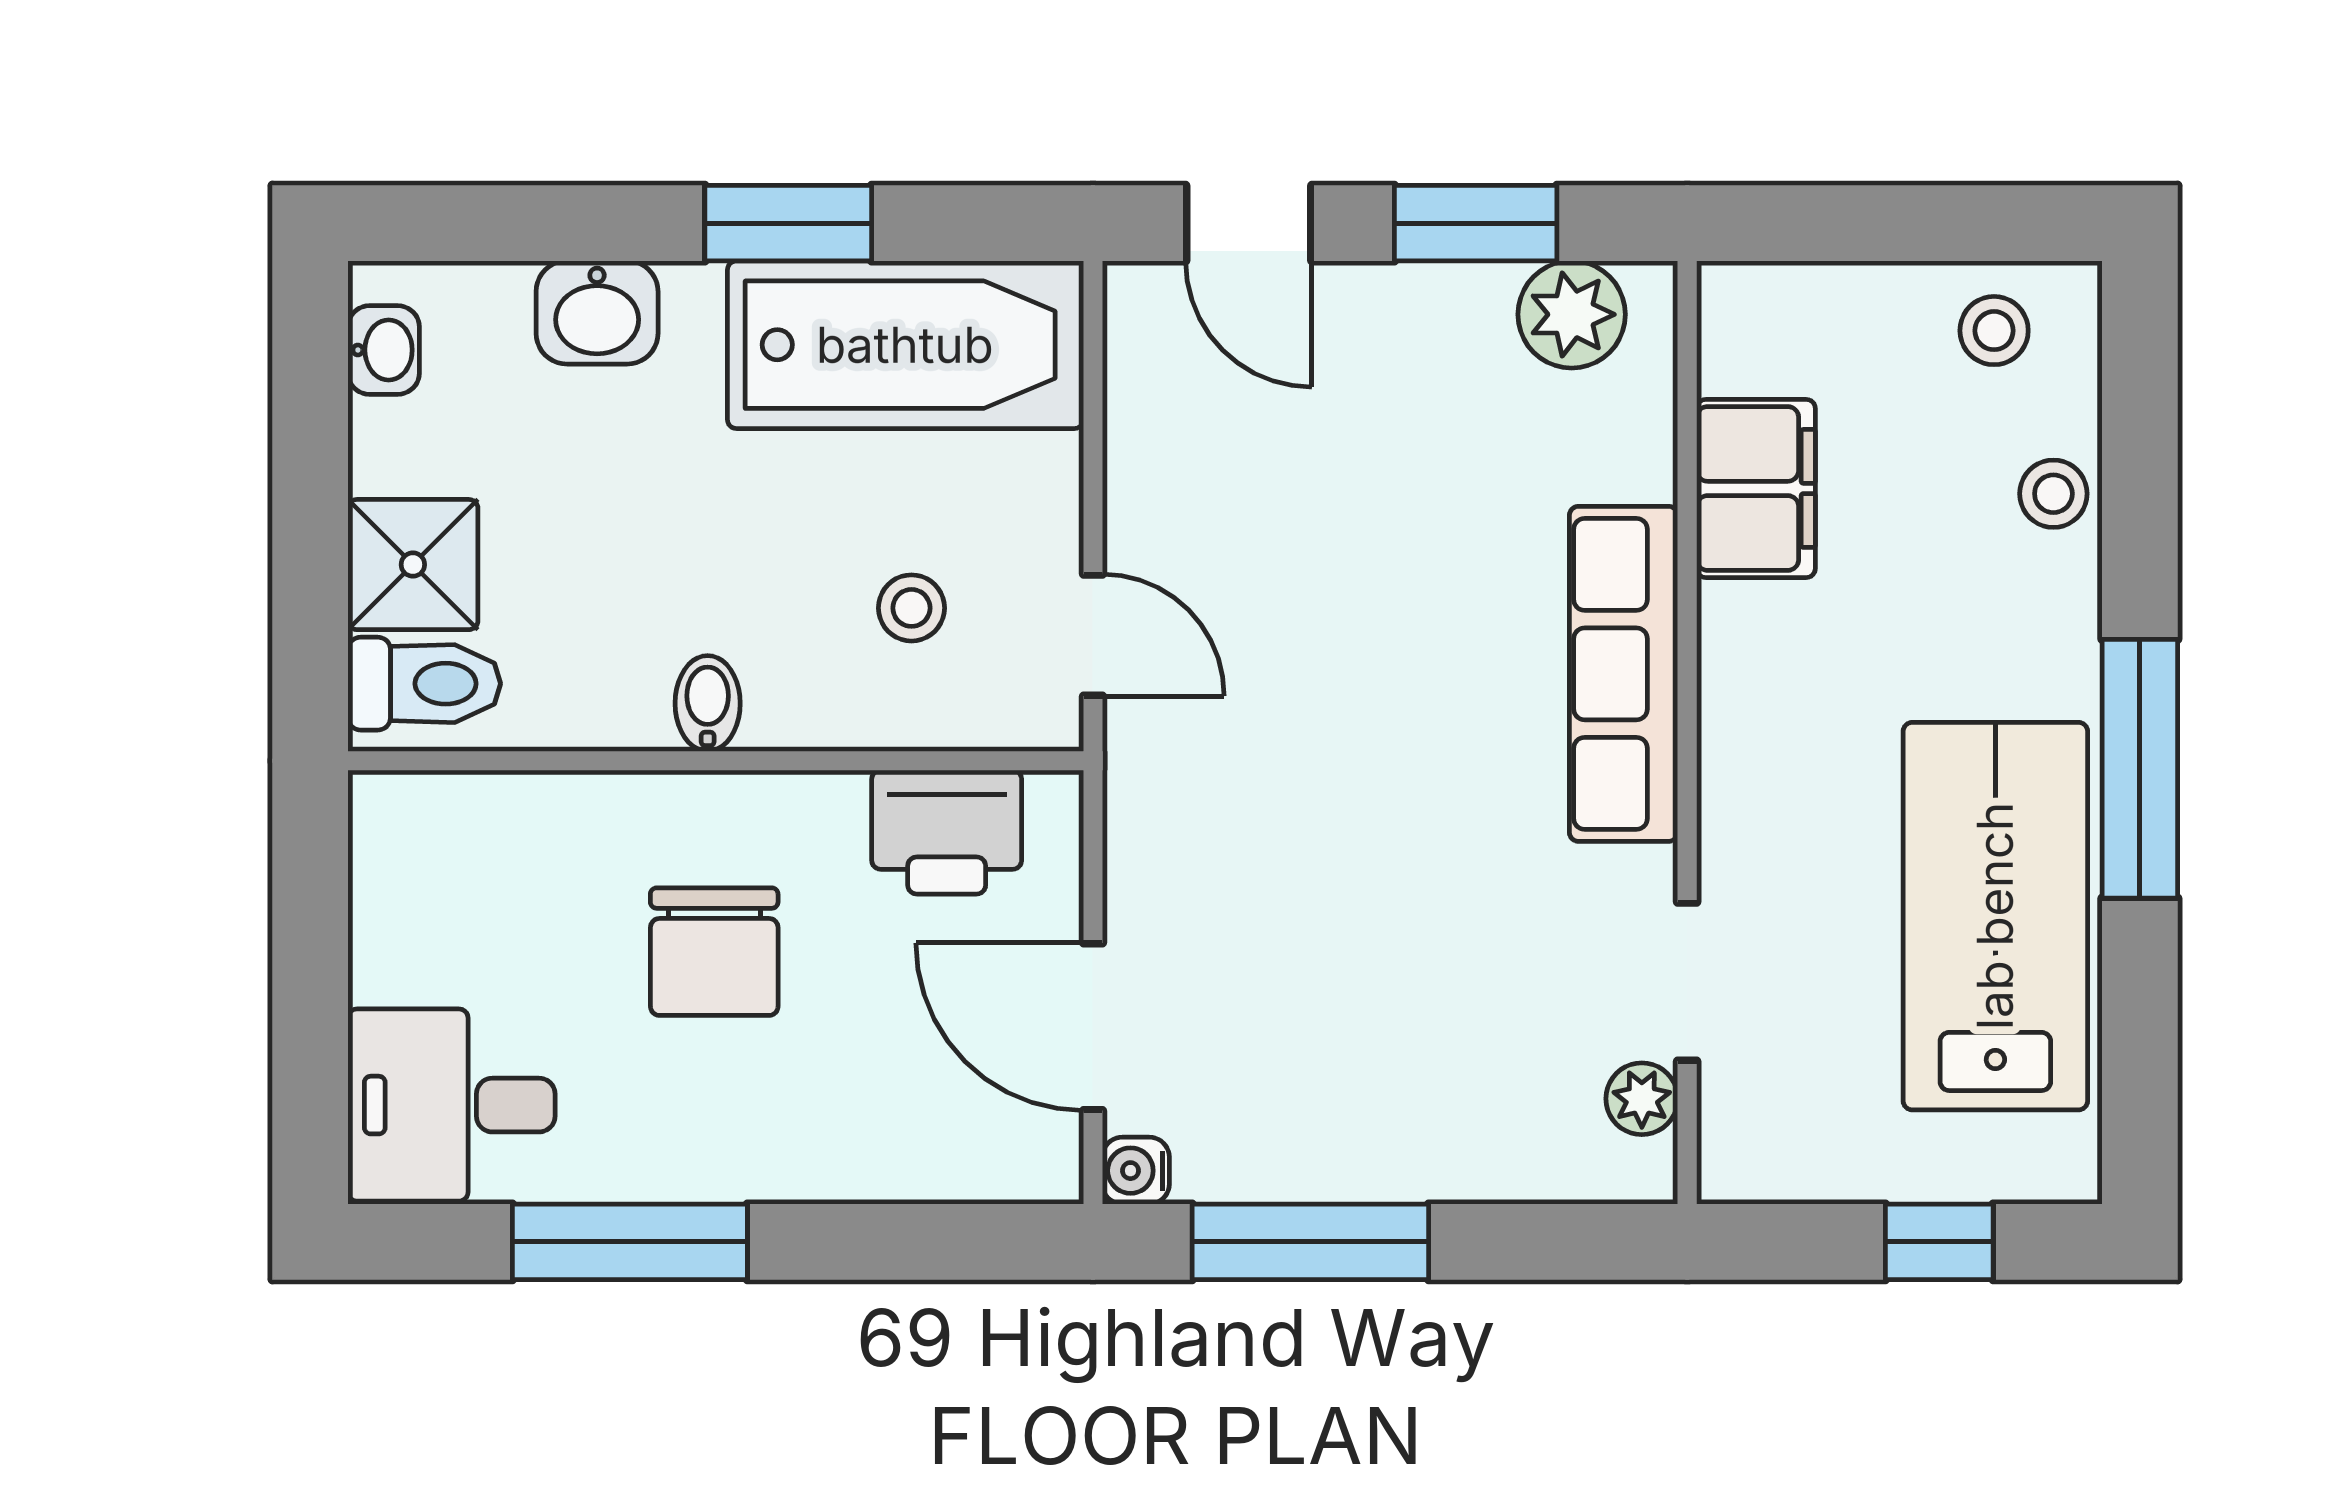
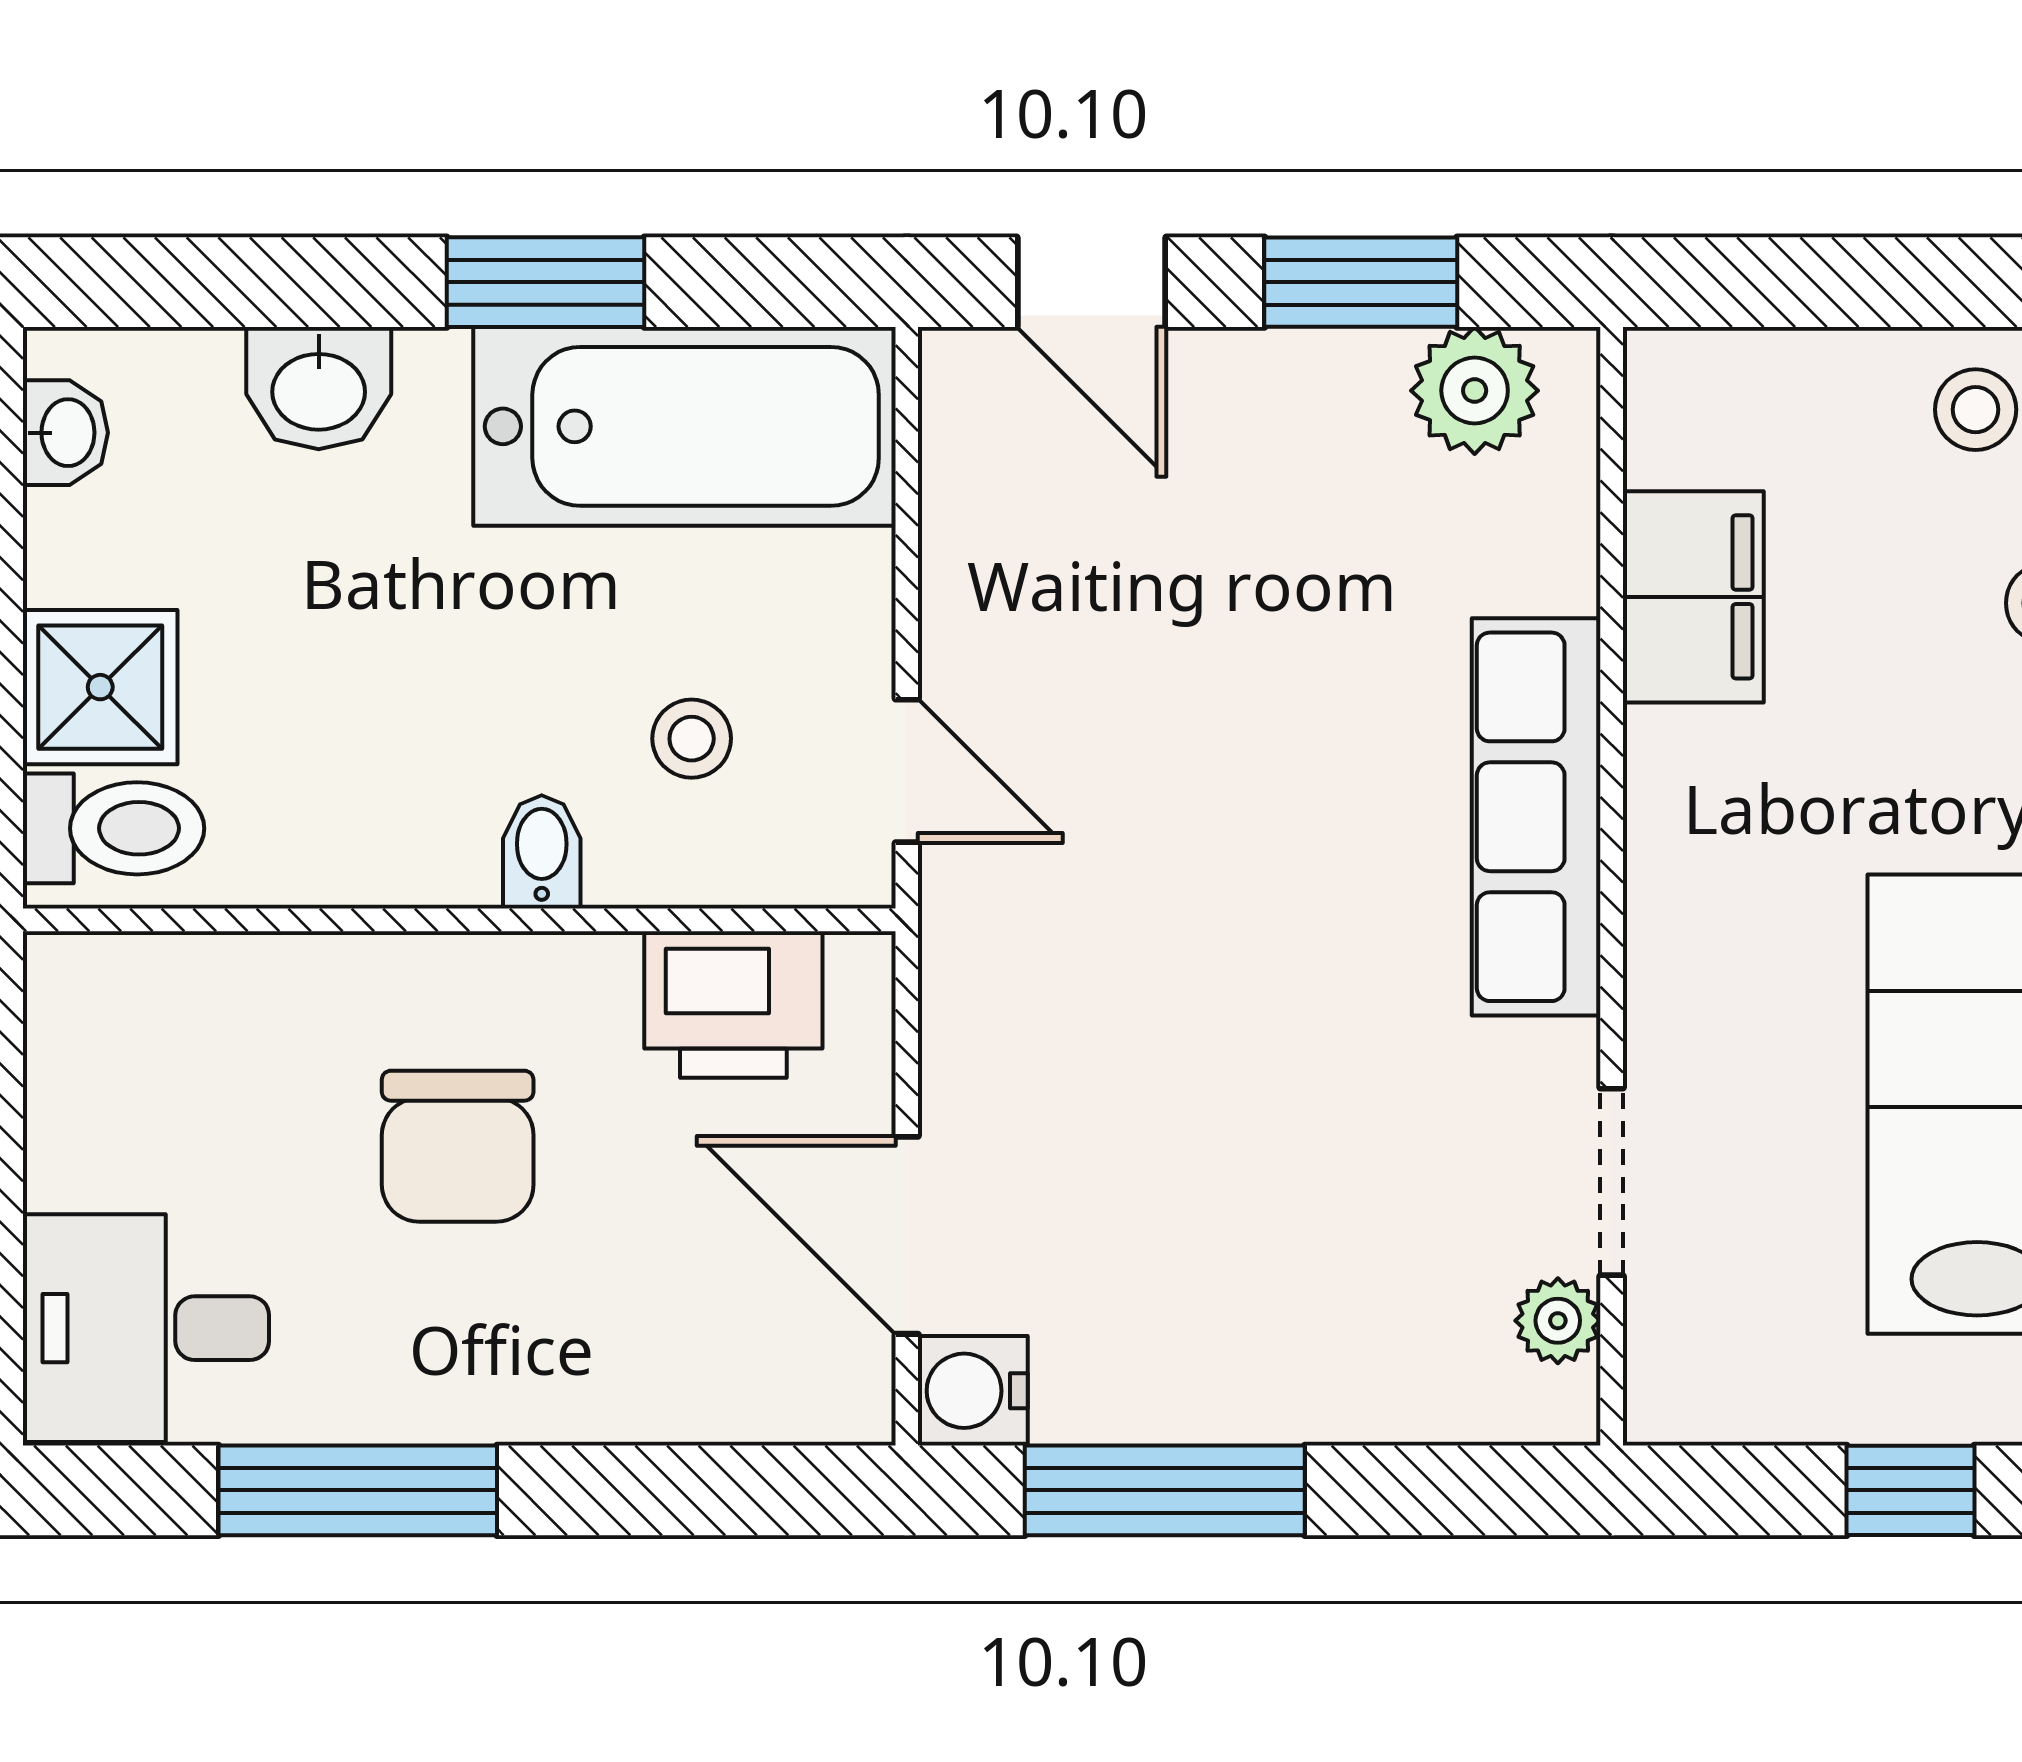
bidet: (708, 703) -> (542, 852), moved
water cooler: (1136, 1171) -> (973, 1391), width x1.38, depth x1.38

